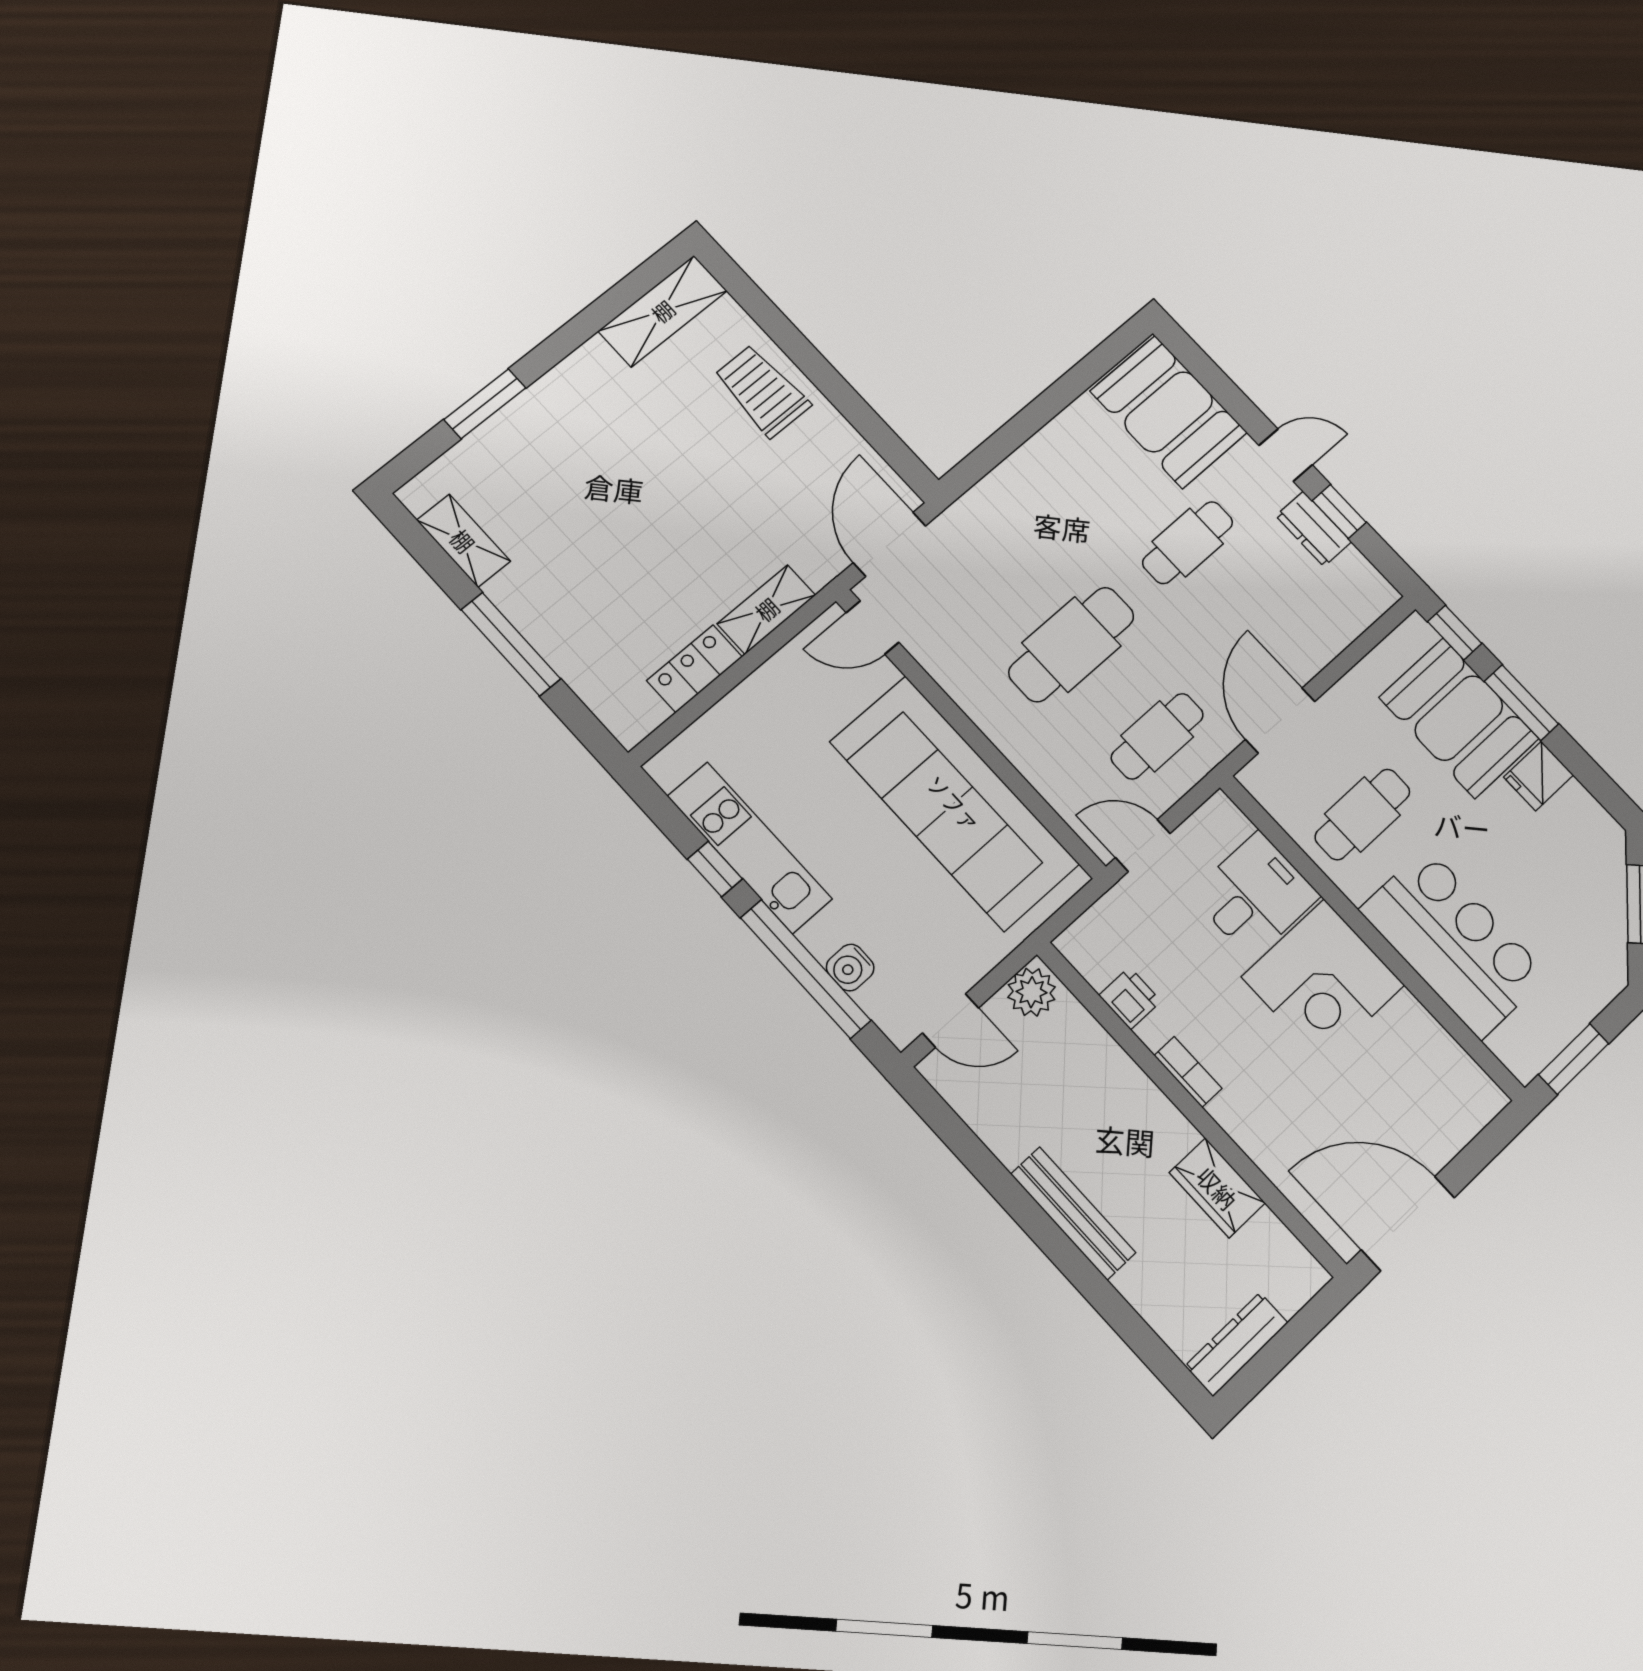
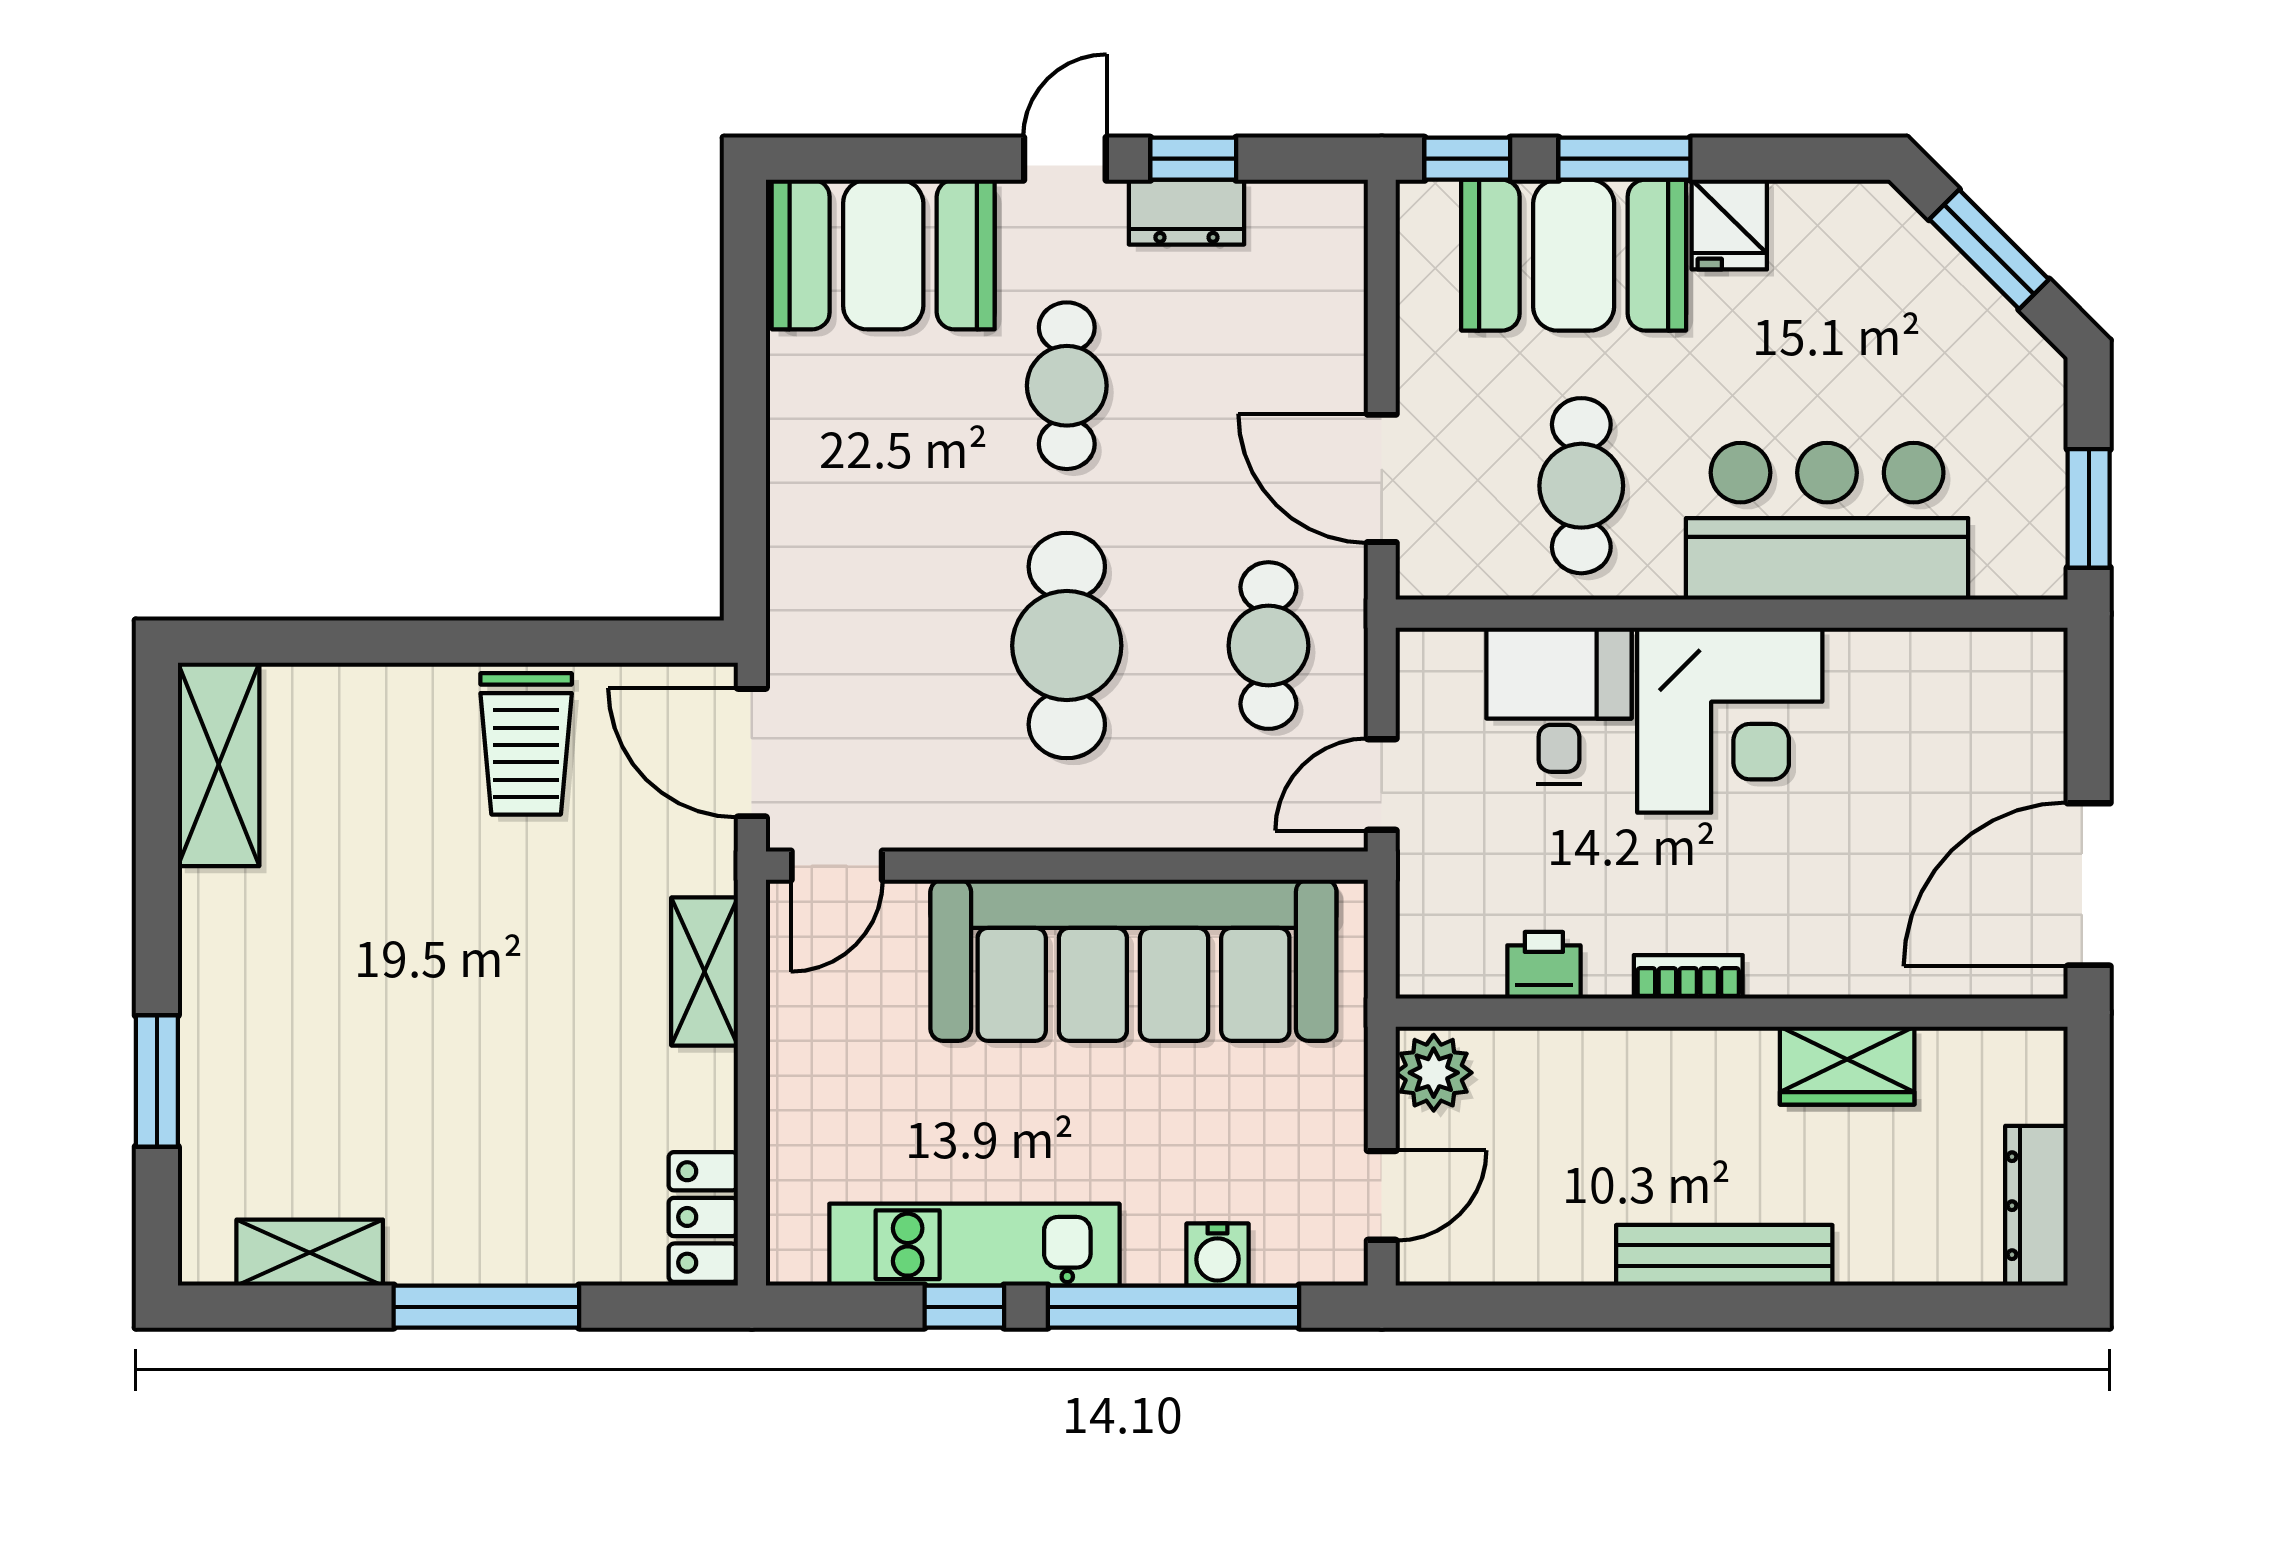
trolley: (762, 391) -> (526, 744), moved, turned -90
locker: (695, 669) -> (703, 1217), moved

